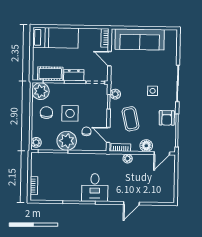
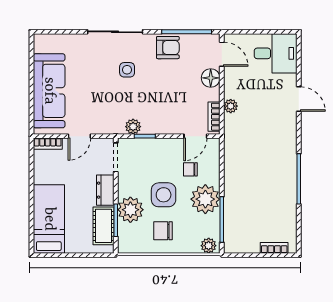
plant: (41, 91) -> (130, 210), moved
coffee table: (131, 119) -> (170, 103), removed
desk: (95, 187) -> (276, 53), moved

